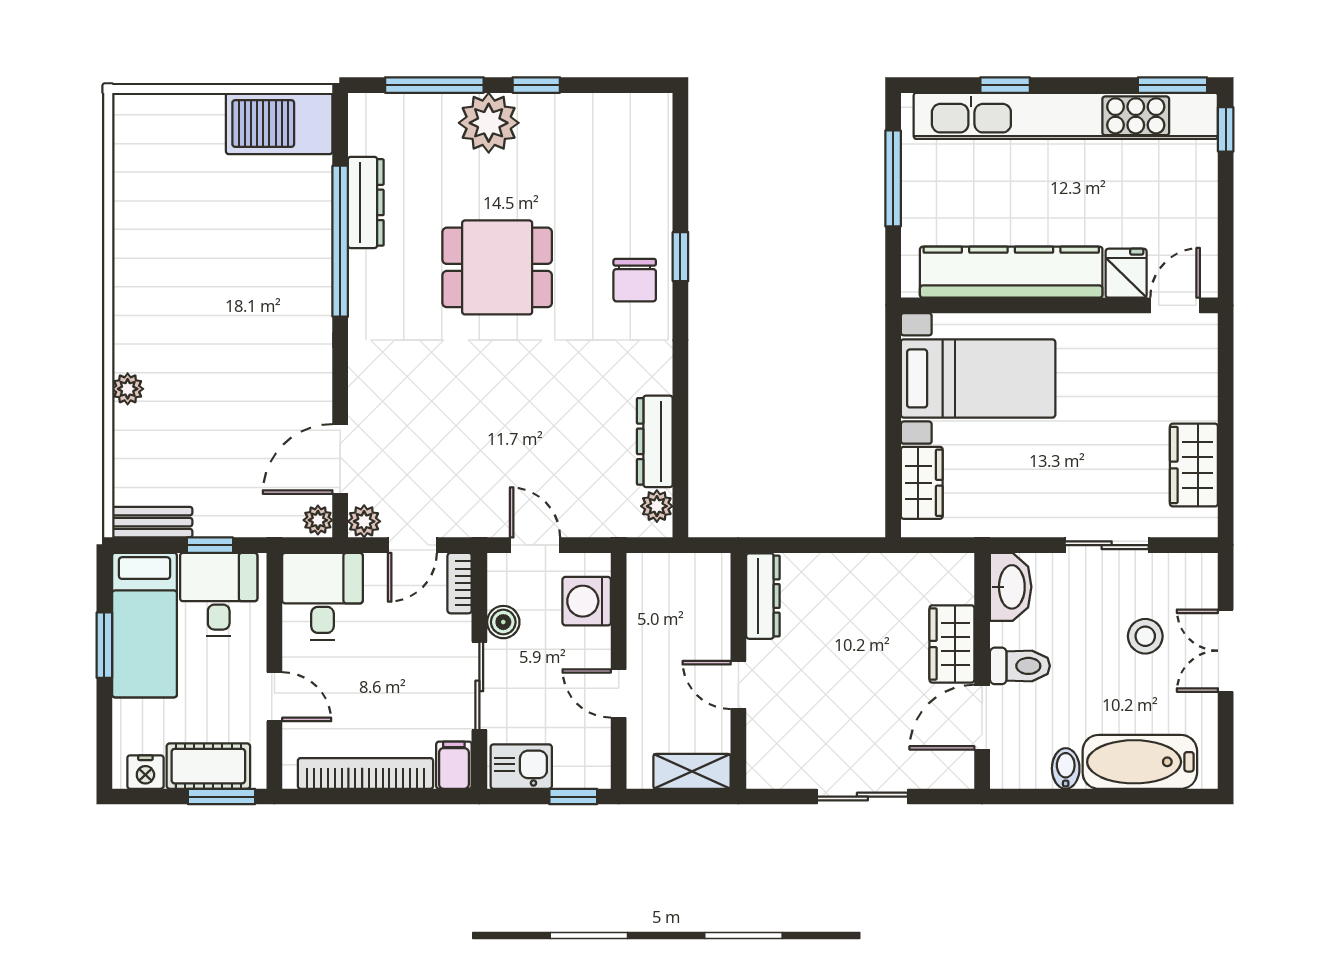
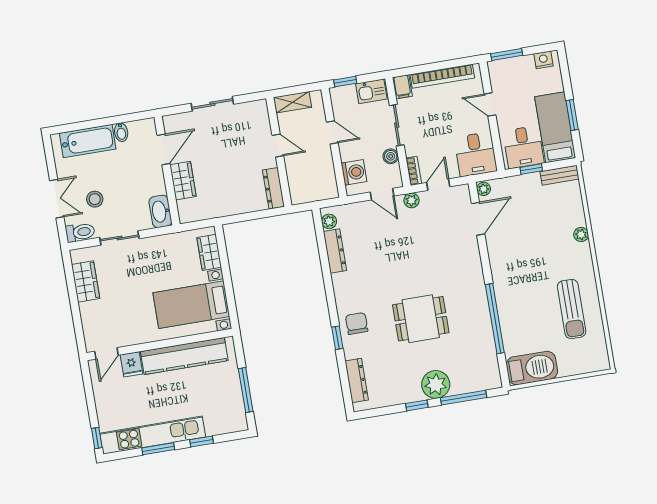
window: (1172, 85) -> (158, 449), moved
kitchen unit: (1066, 116) -> (153, 435), width x0.73
dresser: (366, 202) -> (357, 380), moved, turned 180
sun lounger: (174, 234) -> (572, 309), added
plant: (364, 521) -> (412, 200), moved
toilet: (1020, 666) -> (80, 232), moved, turned 180
cot: (208, 766) -> (515, 67), removed

